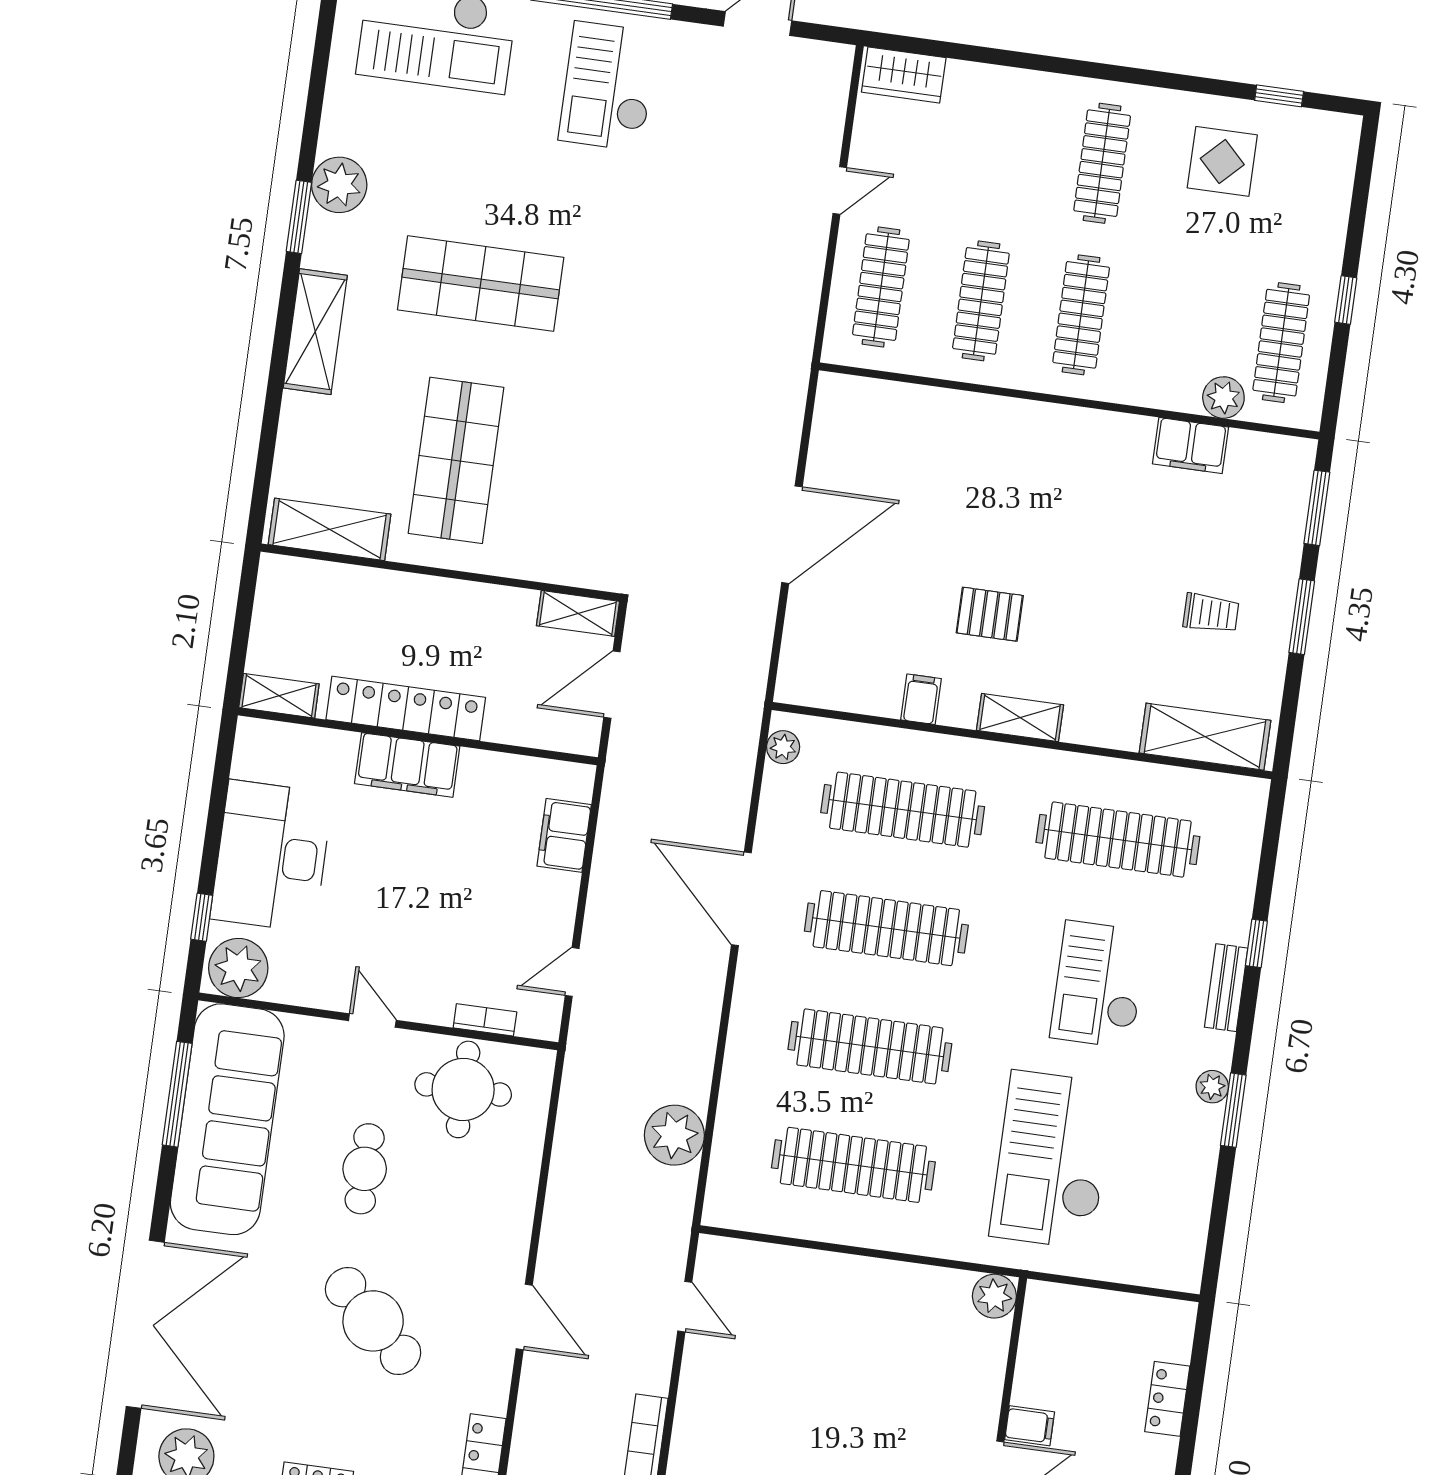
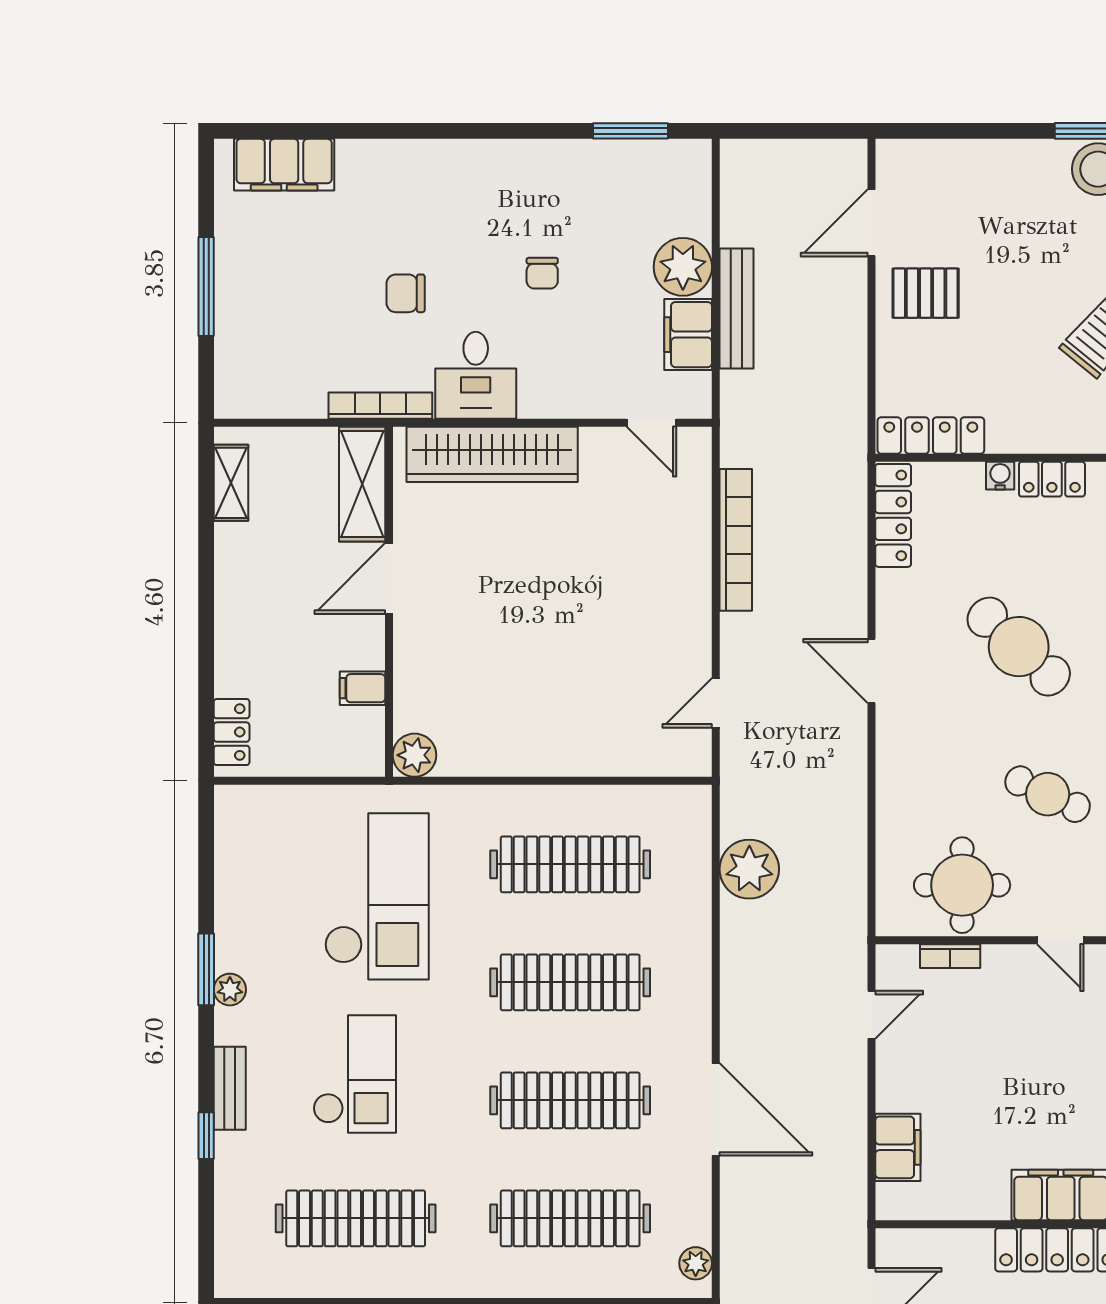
cafe table: (365, 1169) -> (1048, 794), turned -65
door: (685, 1307) -> (716, 703), hinge flipped
locker: (1167, 1399) -> (232, 732), moved
filing cabinet: (1030, 1426) -> (363, 688), moved

